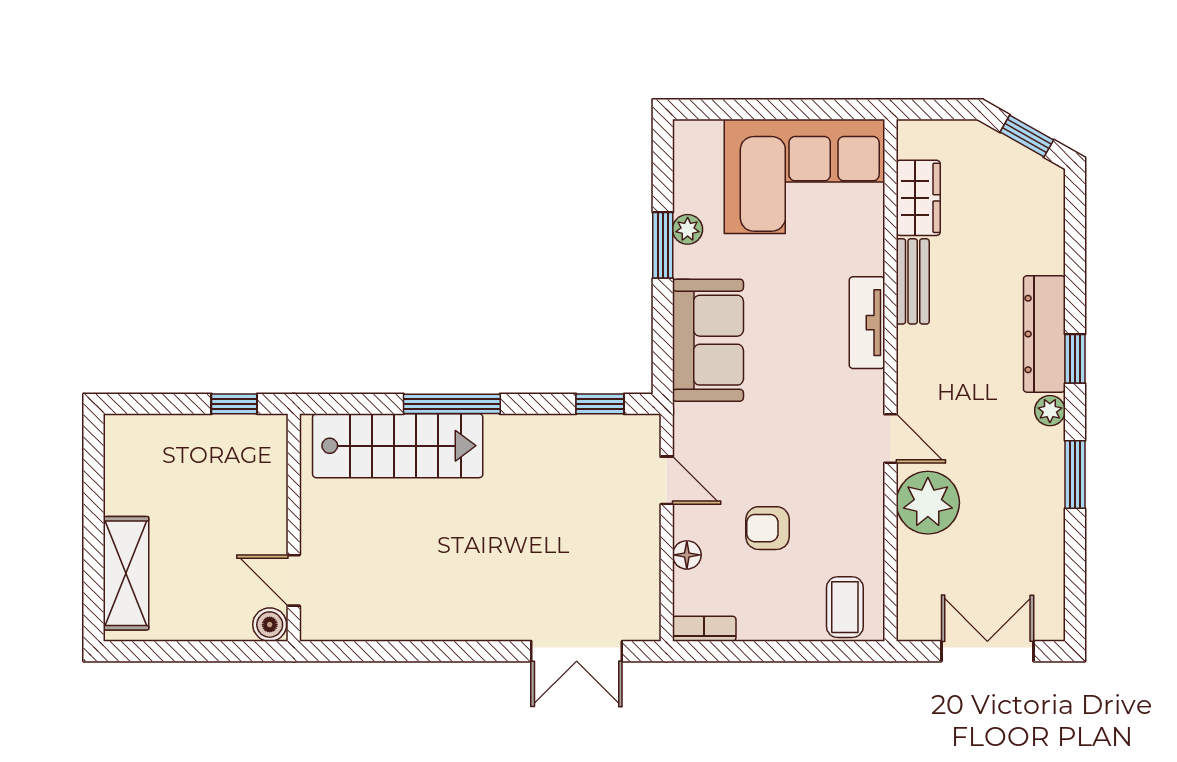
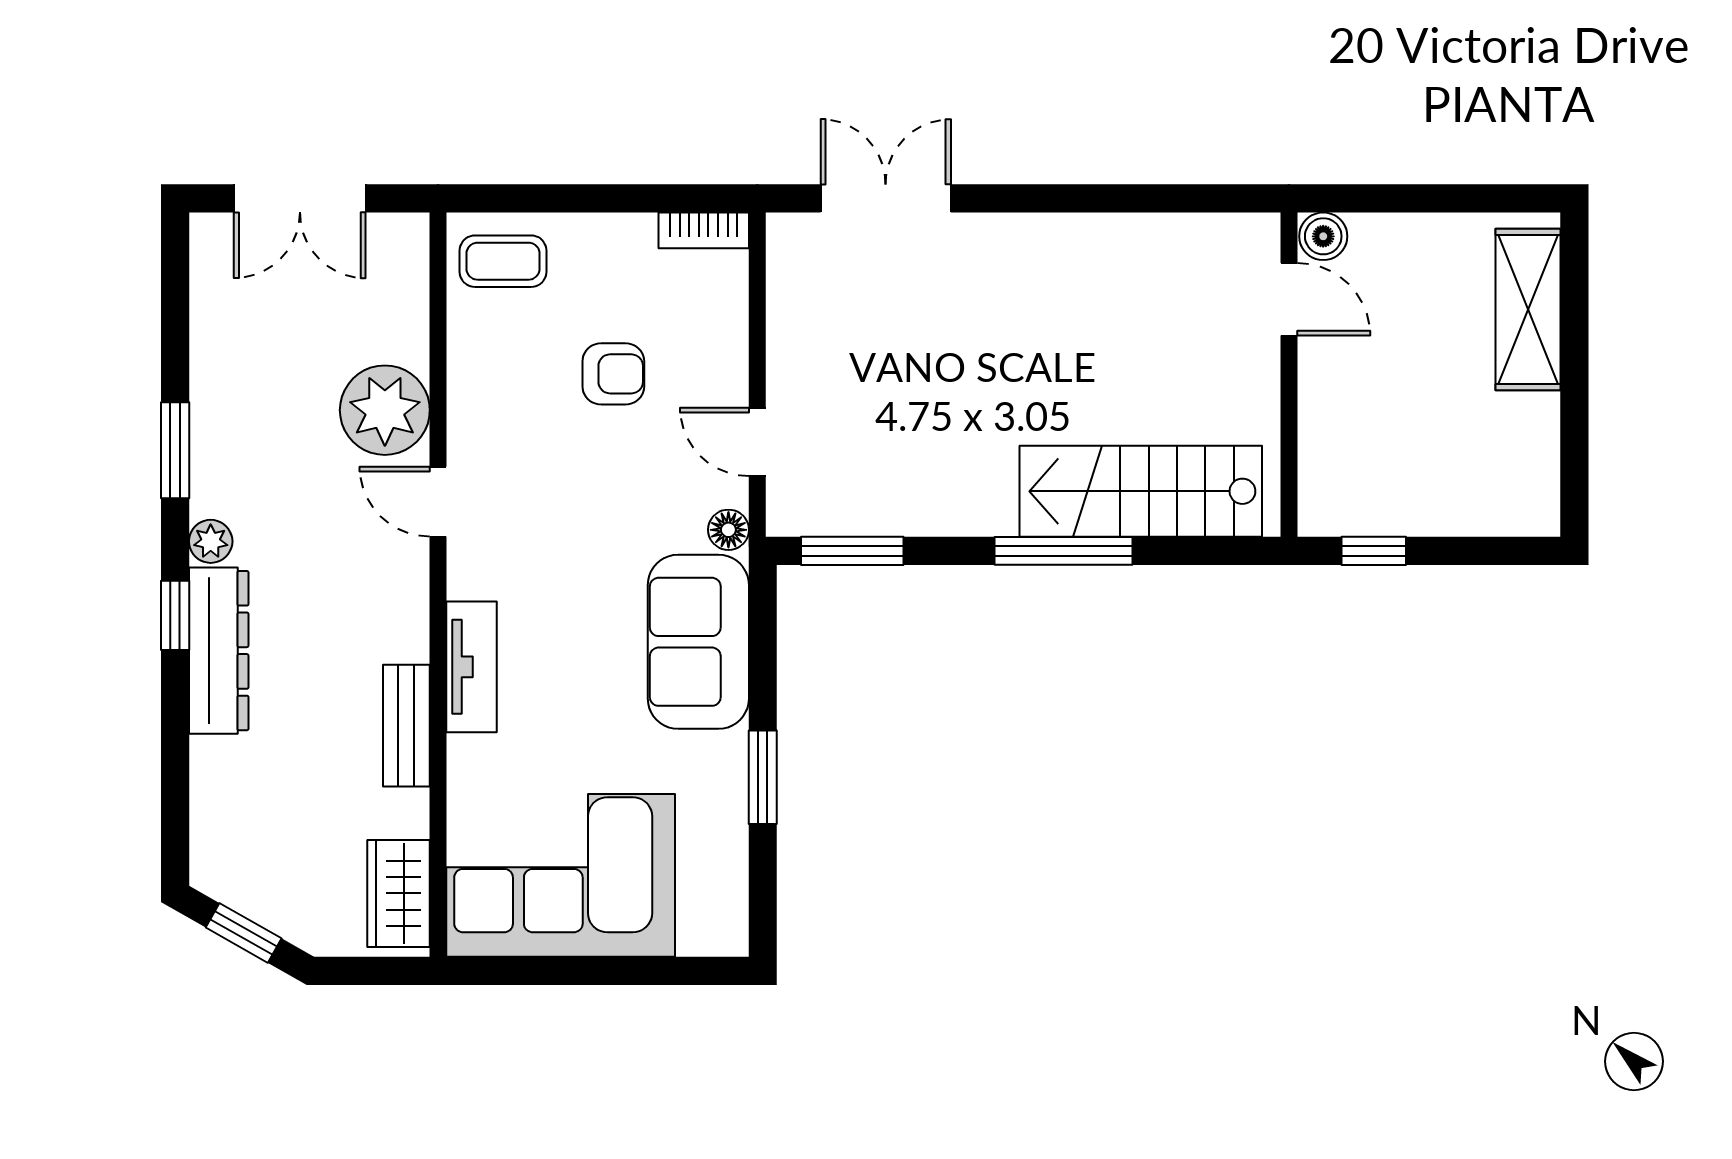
wardrobe: (918, 198) -> (399, 893), moved
plant: (688, 229) -> (727, 800), removed
window: (600, 404) -> (852, 551), width x1.50
floor lamp: (687, 555) -> (728, 530), moved
coffee table: (845, 607) -> (503, 261), turned 90

